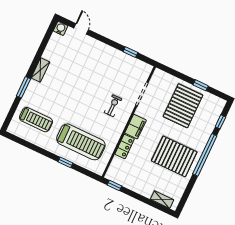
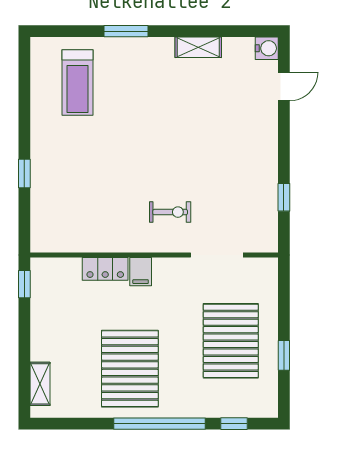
shelving: (40, 70) -> (198, 47), moved
pallet: (183, 106) -> (231, 341), turned 90
filing cabinet: (136, 127) -> (141, 272), width x0.50
treadmill: (81, 142) -> (75, 184), removed

